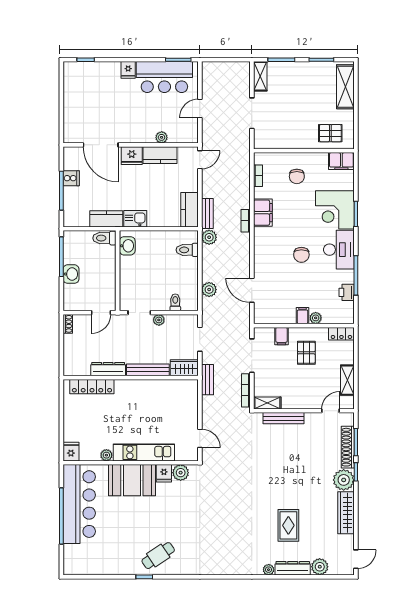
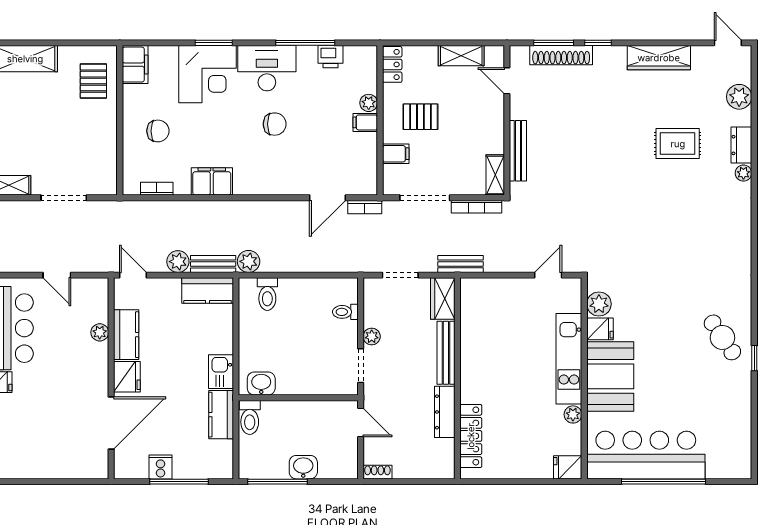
bookcase: (246, 221) -> (365, 207), moved
plant: (209, 290) -> (178, 262), moved
plant: (344, 480) -> (610, 61), removed
dresser: (293, 568) -> (741, 145), width x0.70

